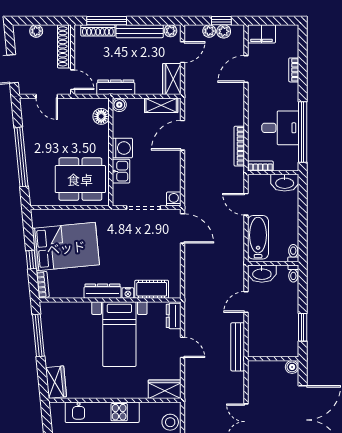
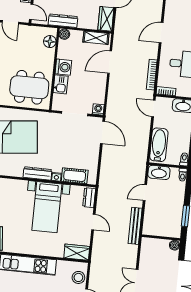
door: (246, 69) -> (161, 33), moved
door: (246, 204) -> (153, 109), moved

